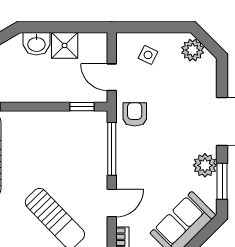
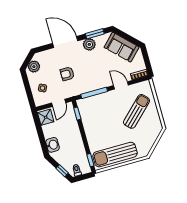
shower: (65, 45) -> (46, 117), moved
armchair: (135, 114) -> (67, 74), moved

